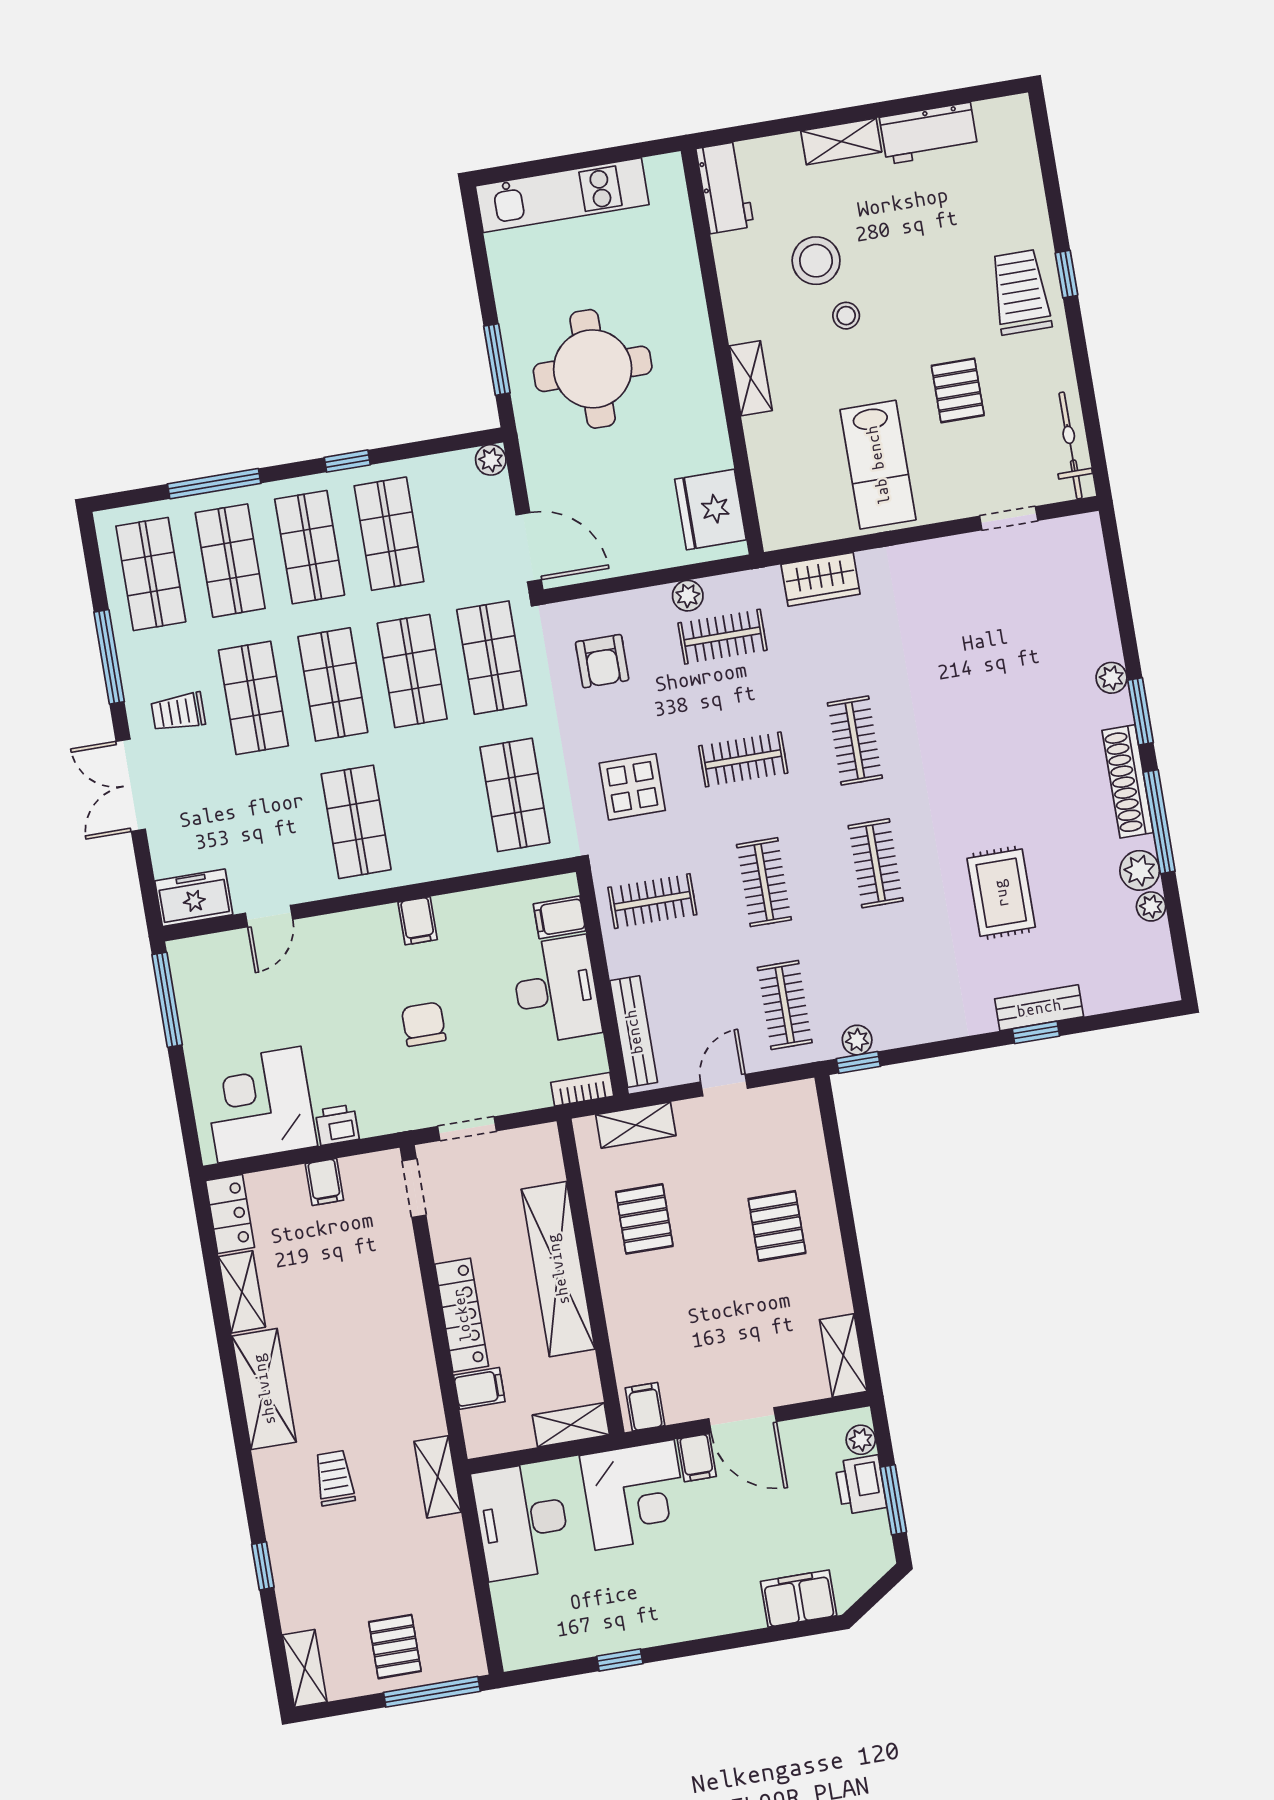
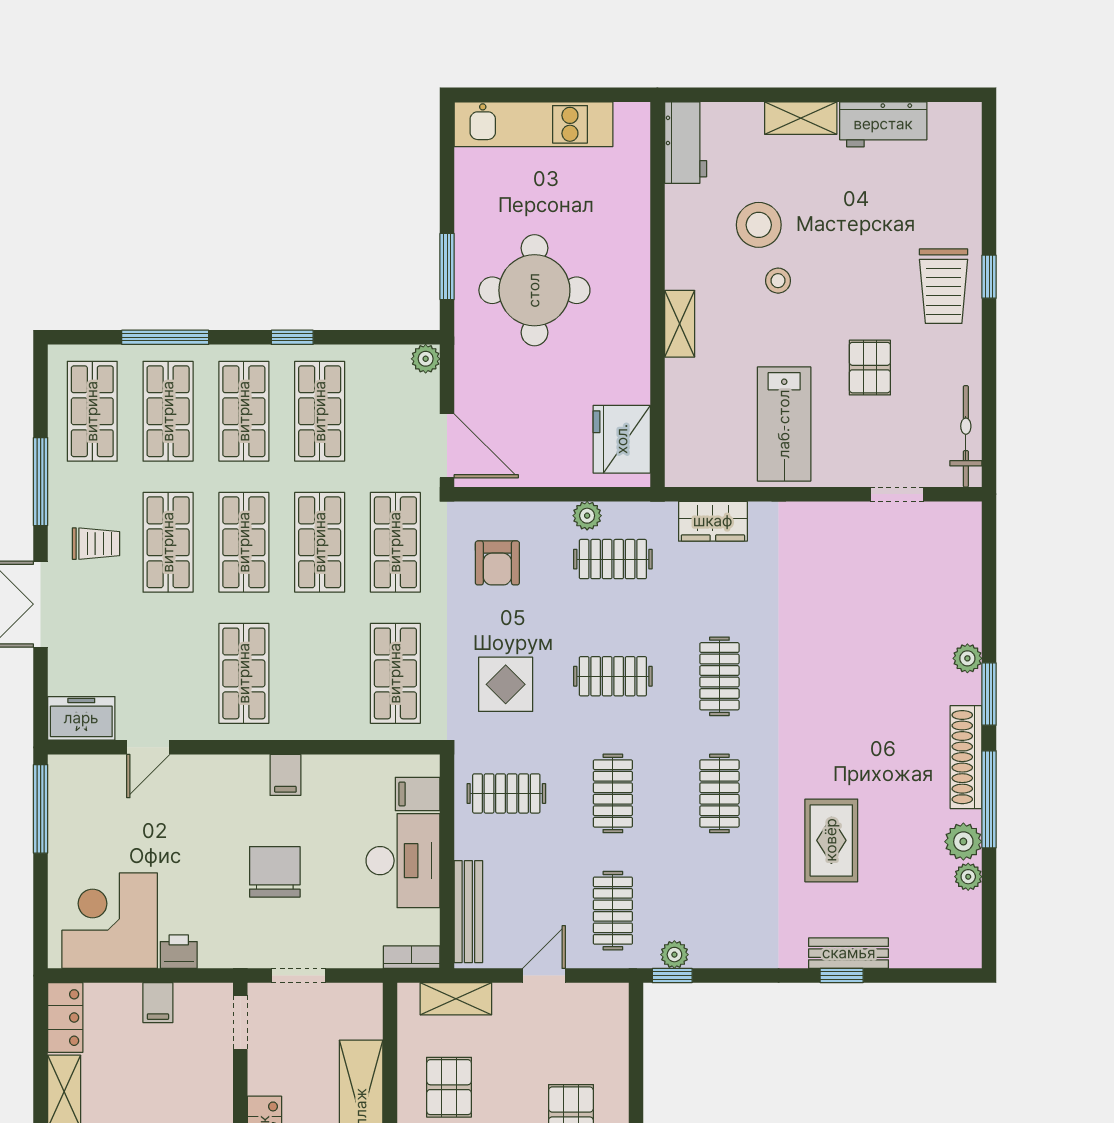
trolley: (1021, 292) -> (944, 286), turned 180
trolley: (178, 712) -> (96, 544), turned 180
chair: (424, 1024) -> (275, 872), width x1.37, depth x1.37

